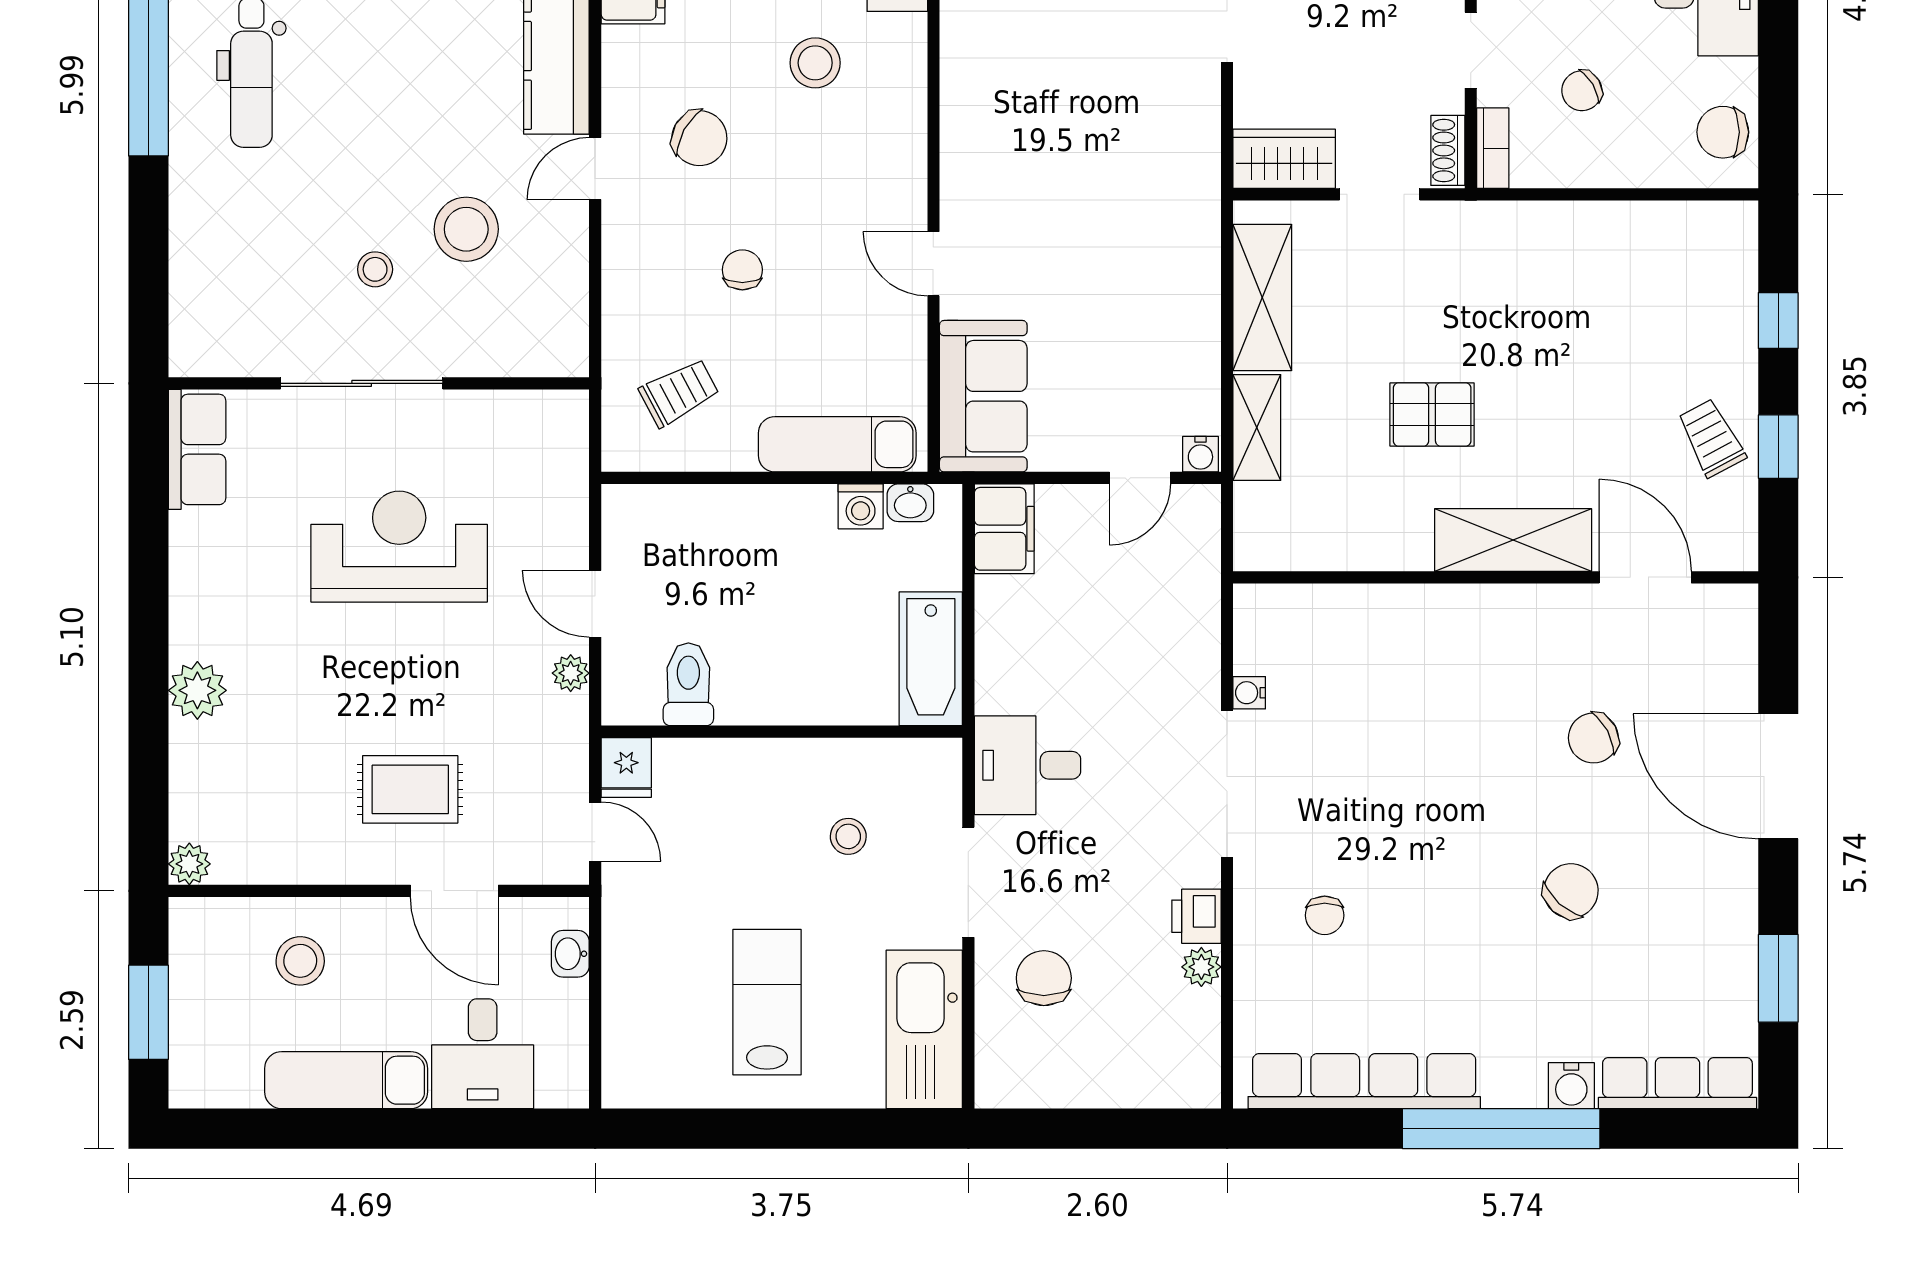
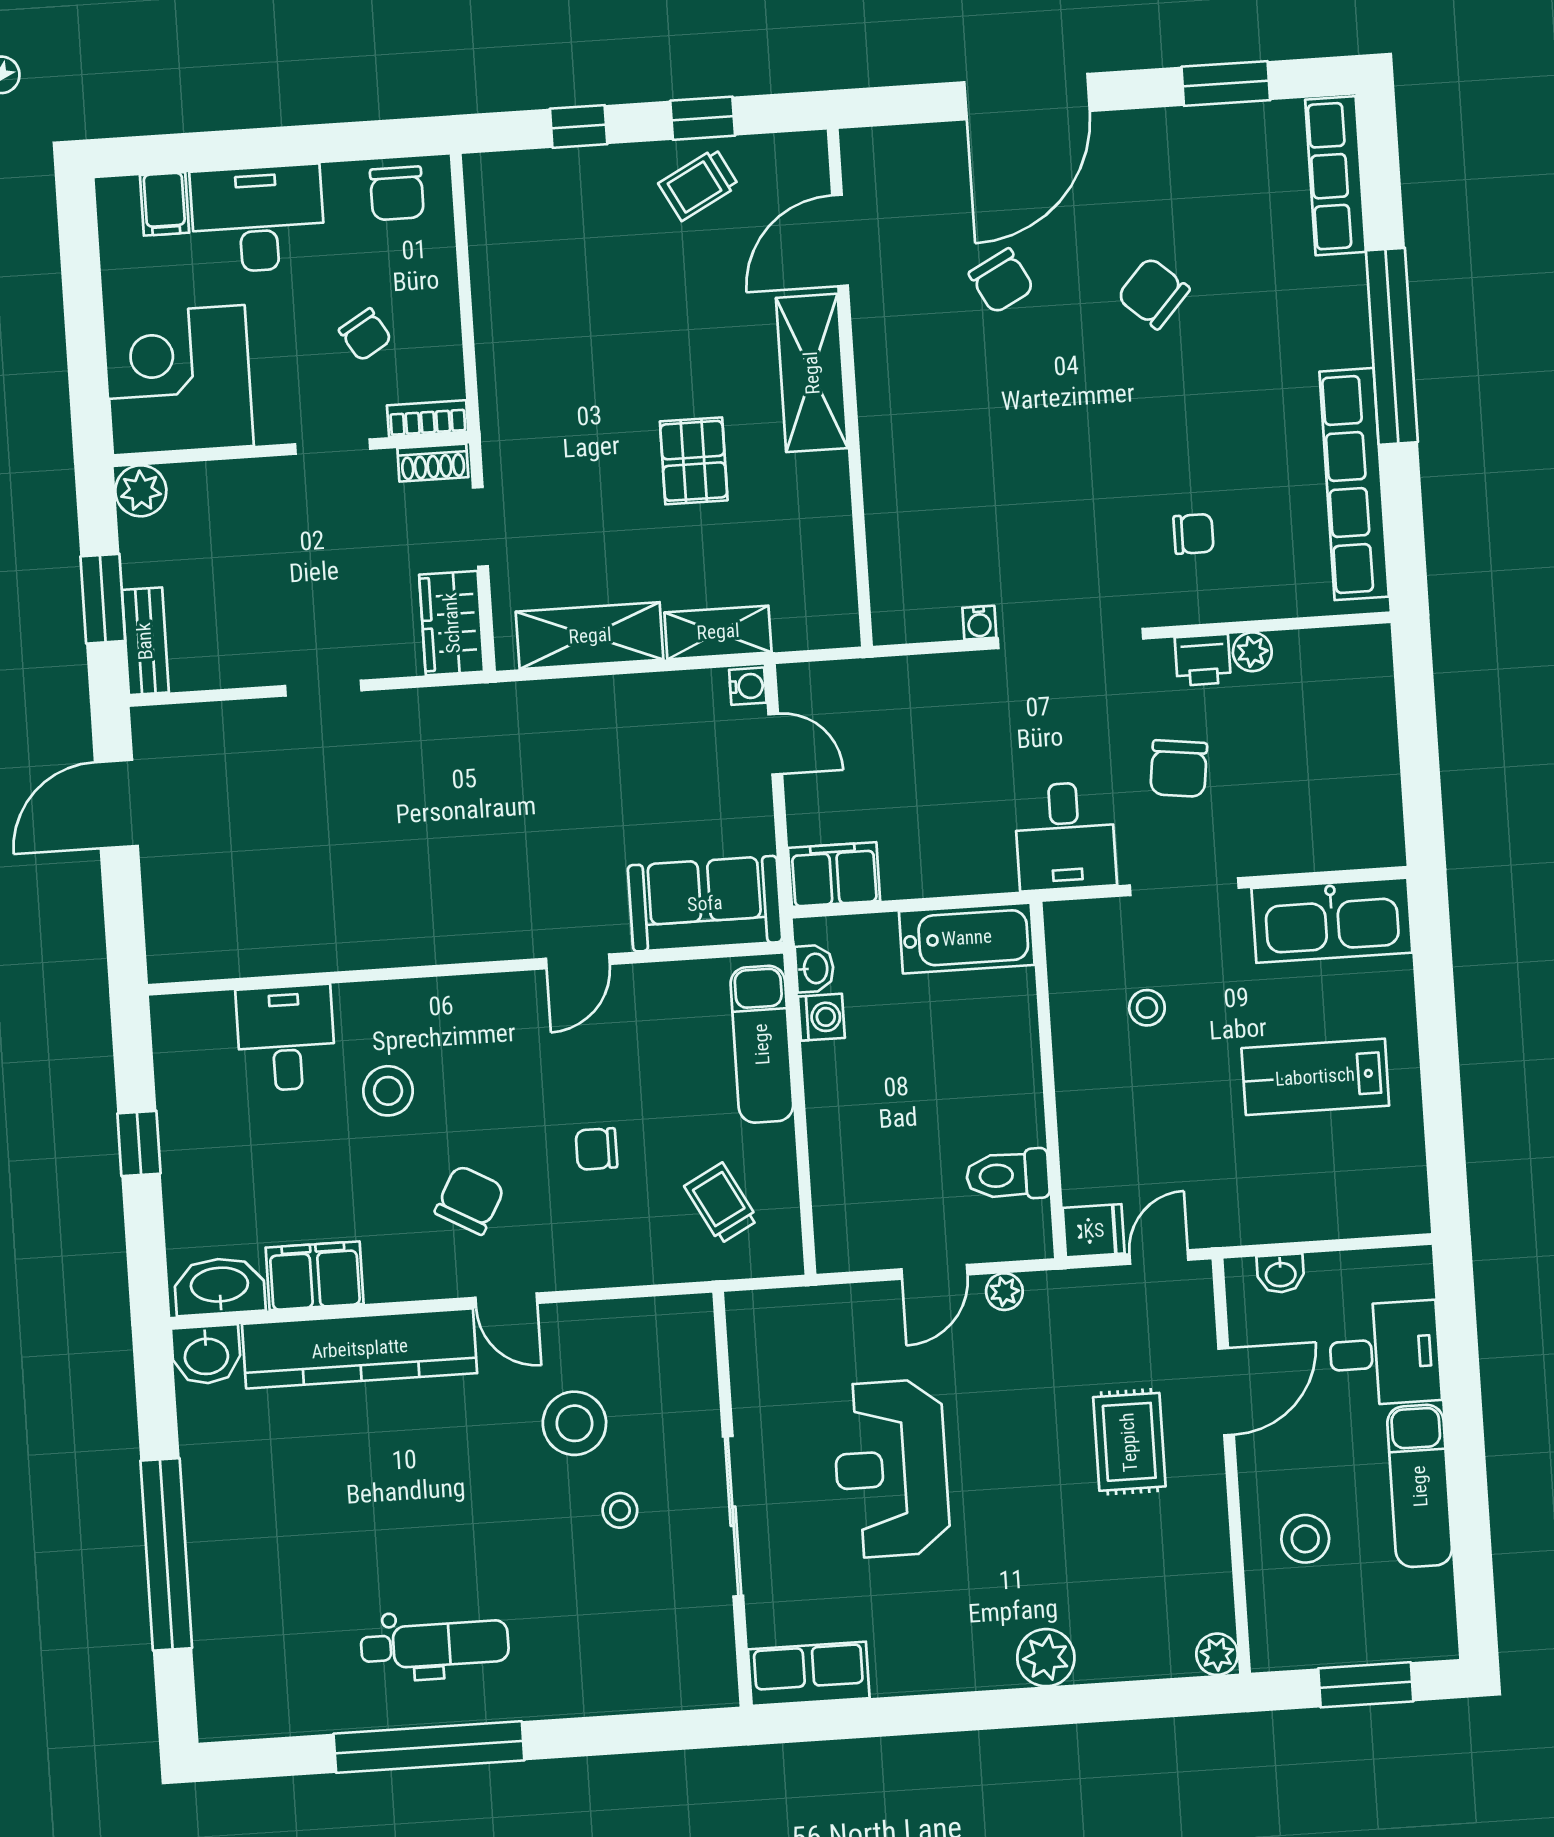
chair: (1044, 978) -> (1179, 769), moved, turned -83
water cooler: (1571, 1086) -> (1345, 280), removed

